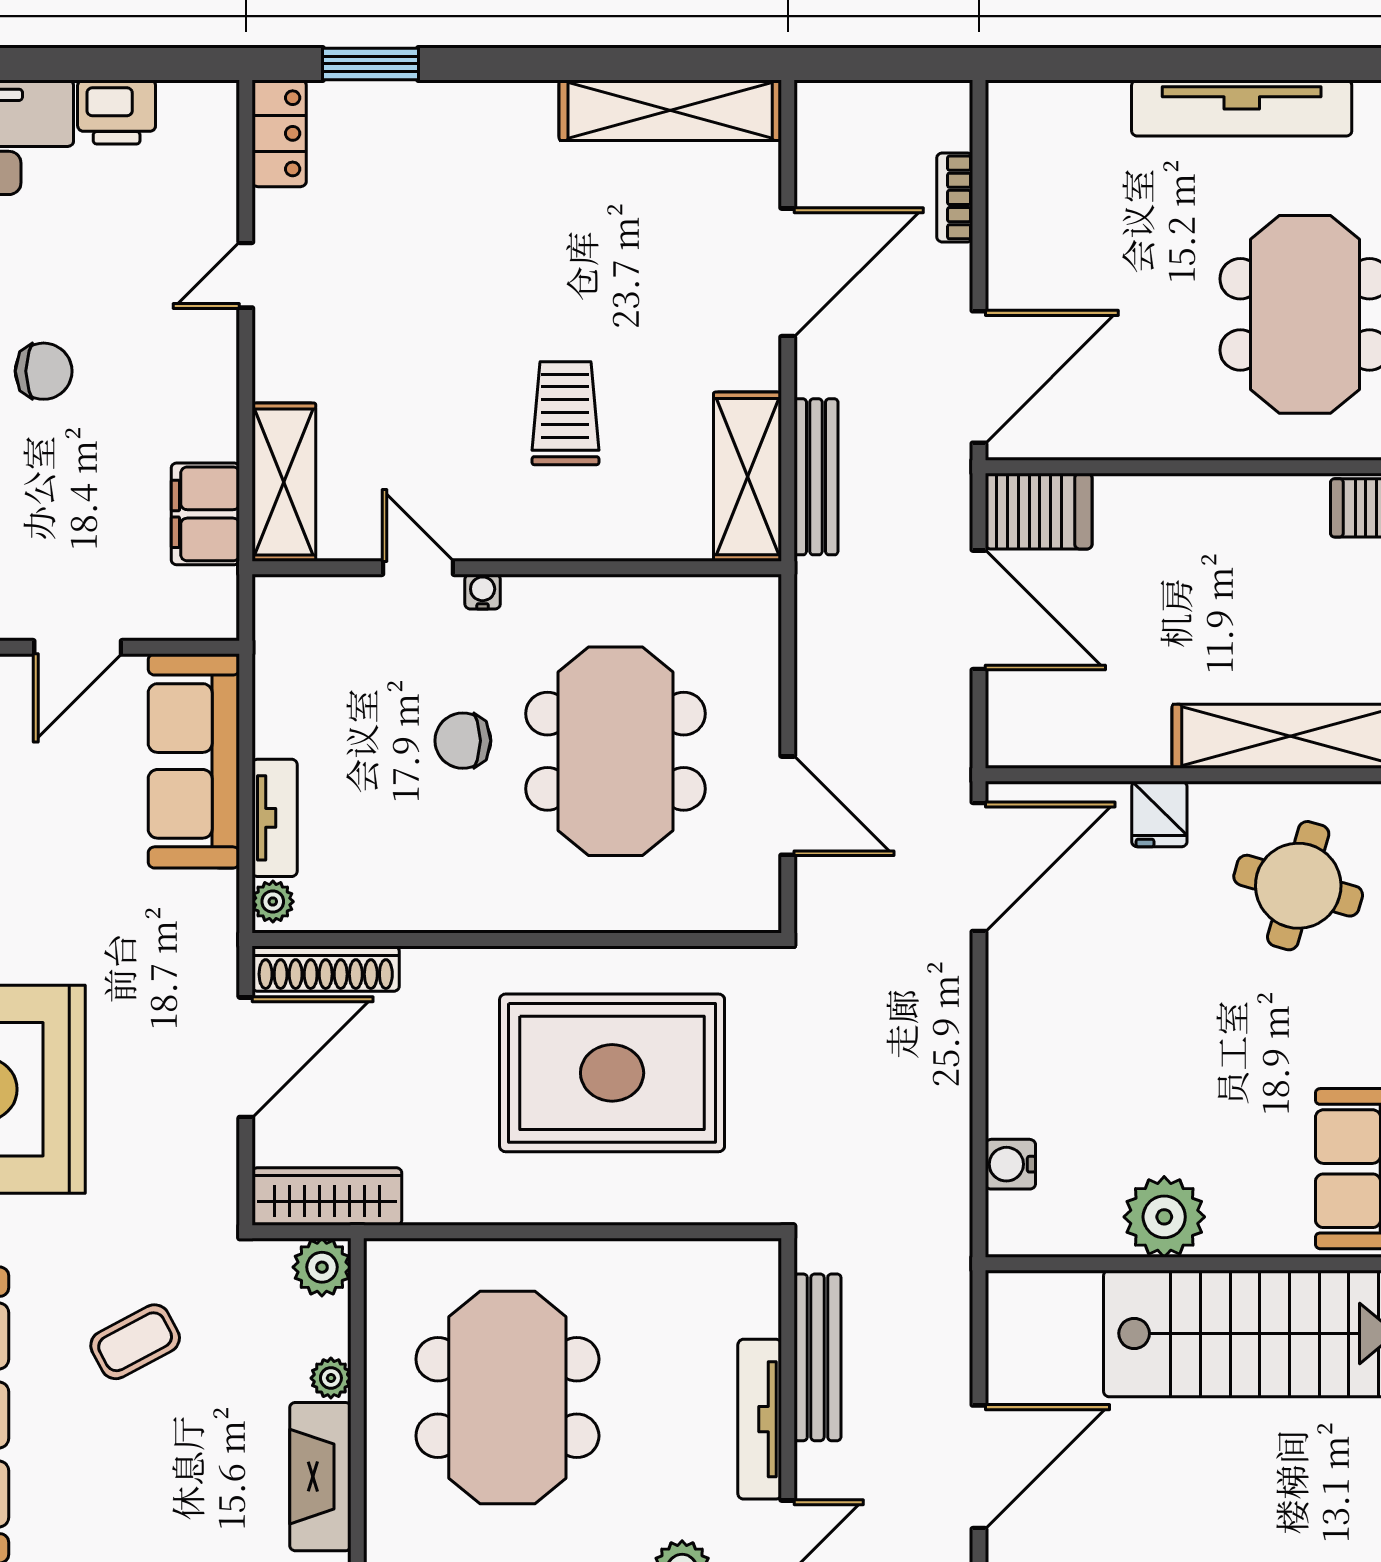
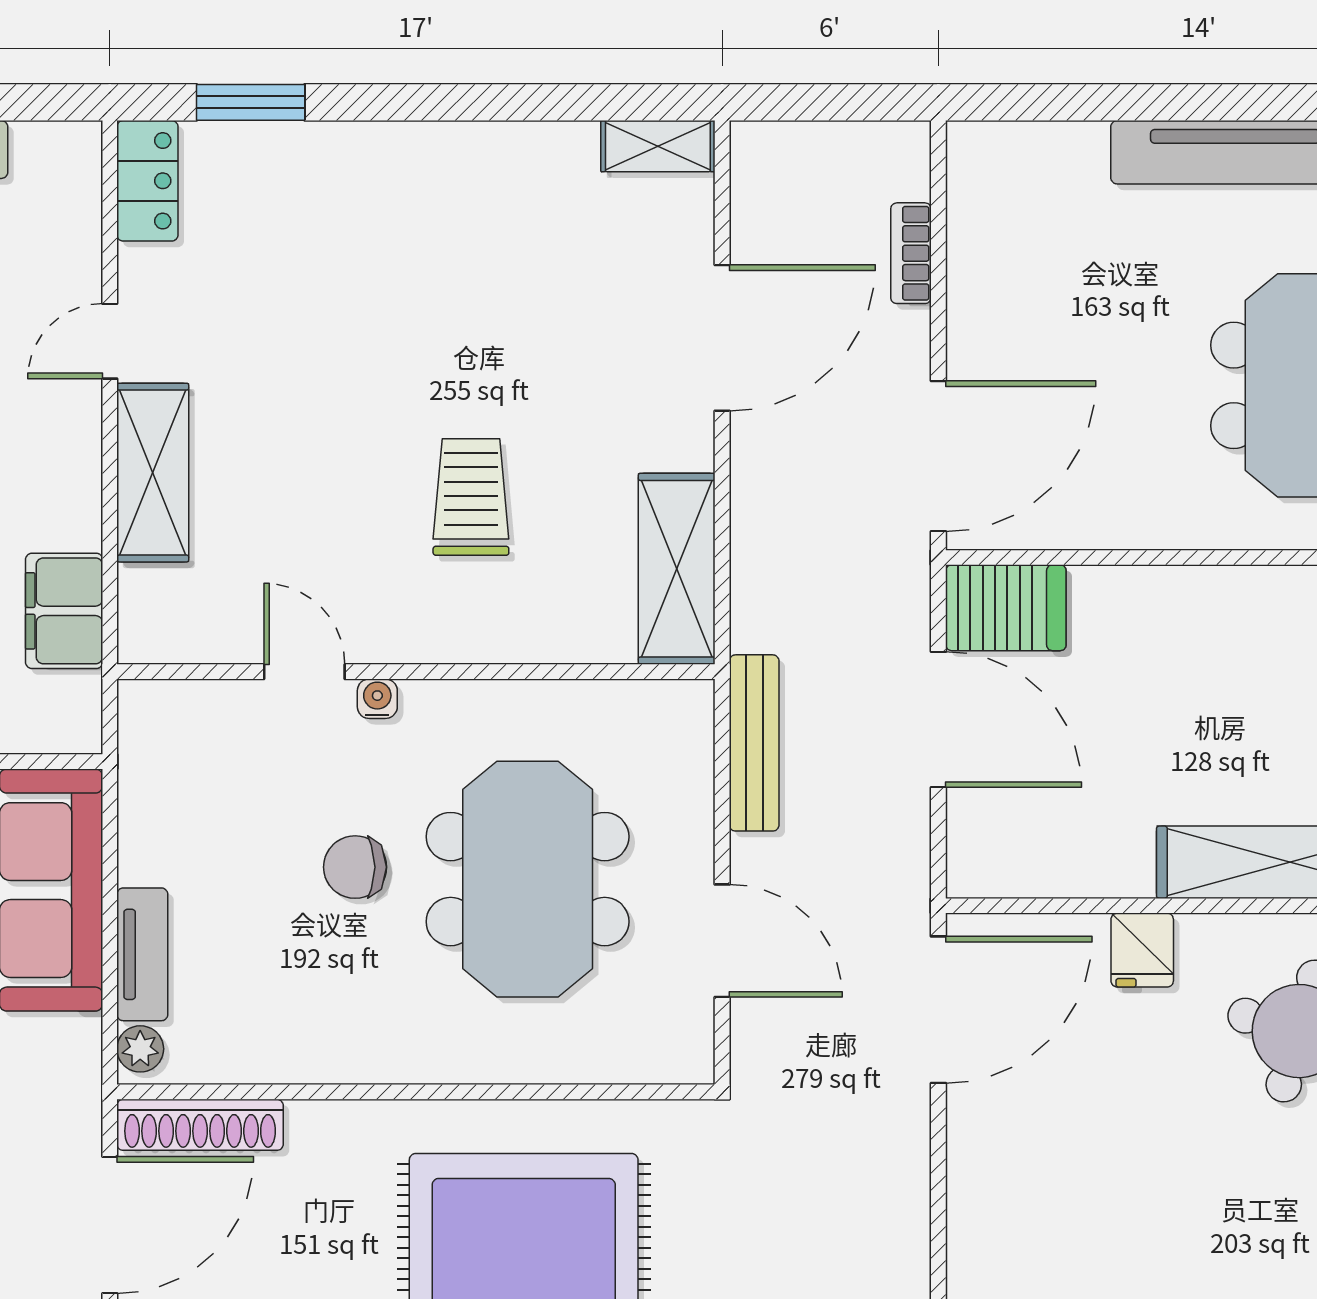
shelving: (670, 110) -> (658, 146), width x0.45, depth x0.75
bench: (816, 477) -> (754, 743), moved
shelving: (284, 482) -> (153, 473), moved

